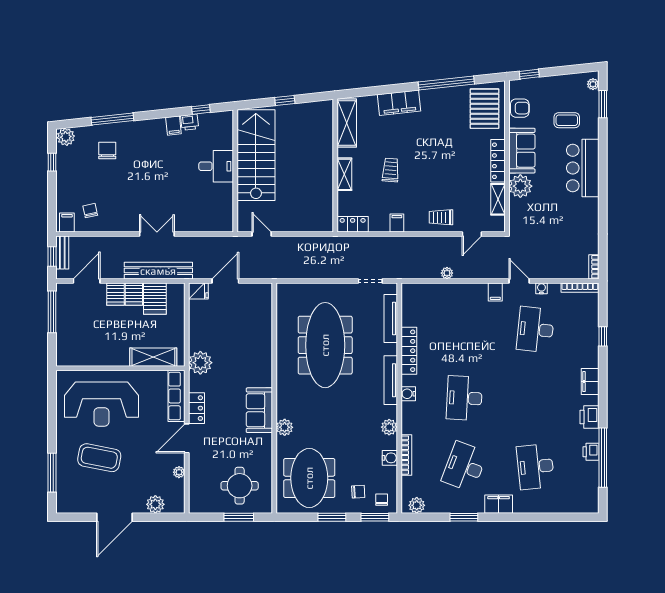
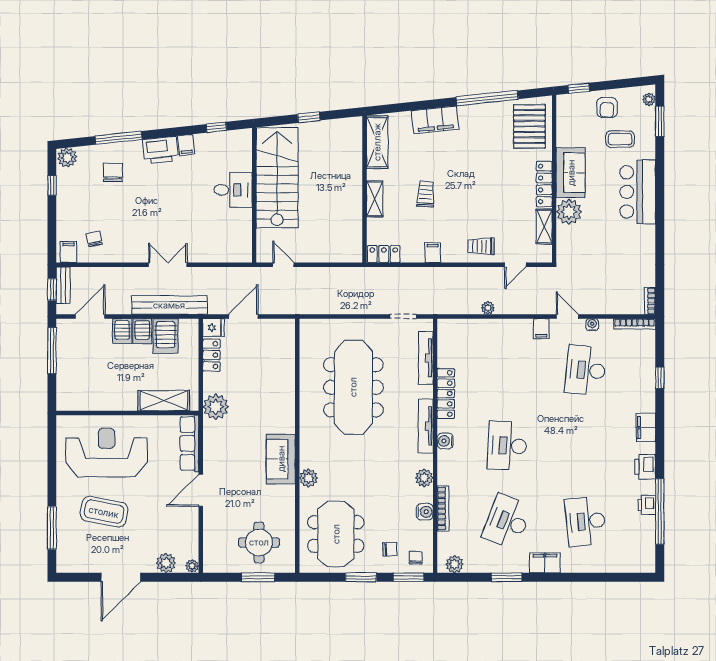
armchair: (520, 108) -> (607, 107), moved, turned 90
printer: (190, 122) -> (160, 150), moved, width x1.87, depth x1.48
reception desk: (102, 404) -> (107, 452), turned 180
locker: (196, 408) -> (211, 355), moved
plant: (179, 472) -> (192, 566), moved

